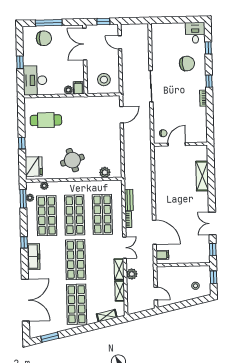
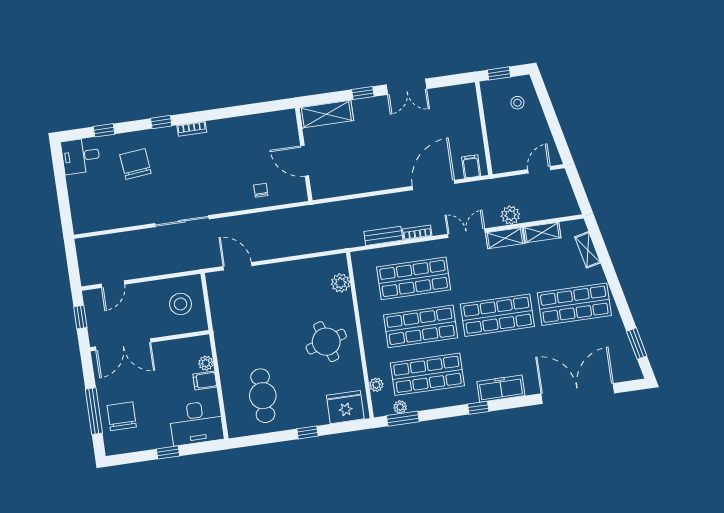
filing cabinet: (78, 88) -> (205, 381), moved
door: (177, 144) -> (305, 161), moved
wall: (181, 144) -> (304, 154), moved
window: (213, 249) -> (363, 93), moved

